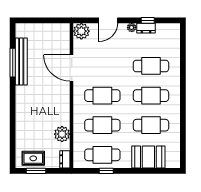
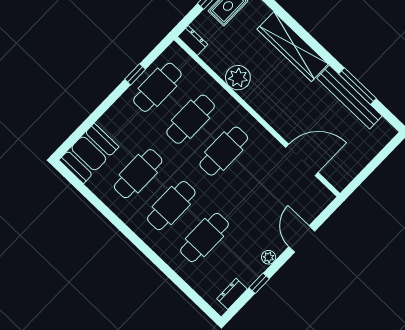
dresser: (146, 28) -> (232, 294), moved
plant: (81, 31) -> (319, 197), removed
door: (72, 68) -> (302, 160), moved
wardrobe: (23, 110) -> (293, 47), added
plant: (62, 134) -> (238, 78), moved
booth: (148, 157) -> (89, 153), moved

